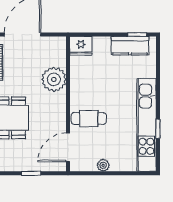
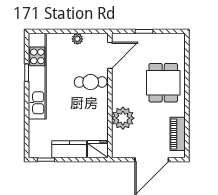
kitchen counter: (130, 46) -> (69, 149), moved

